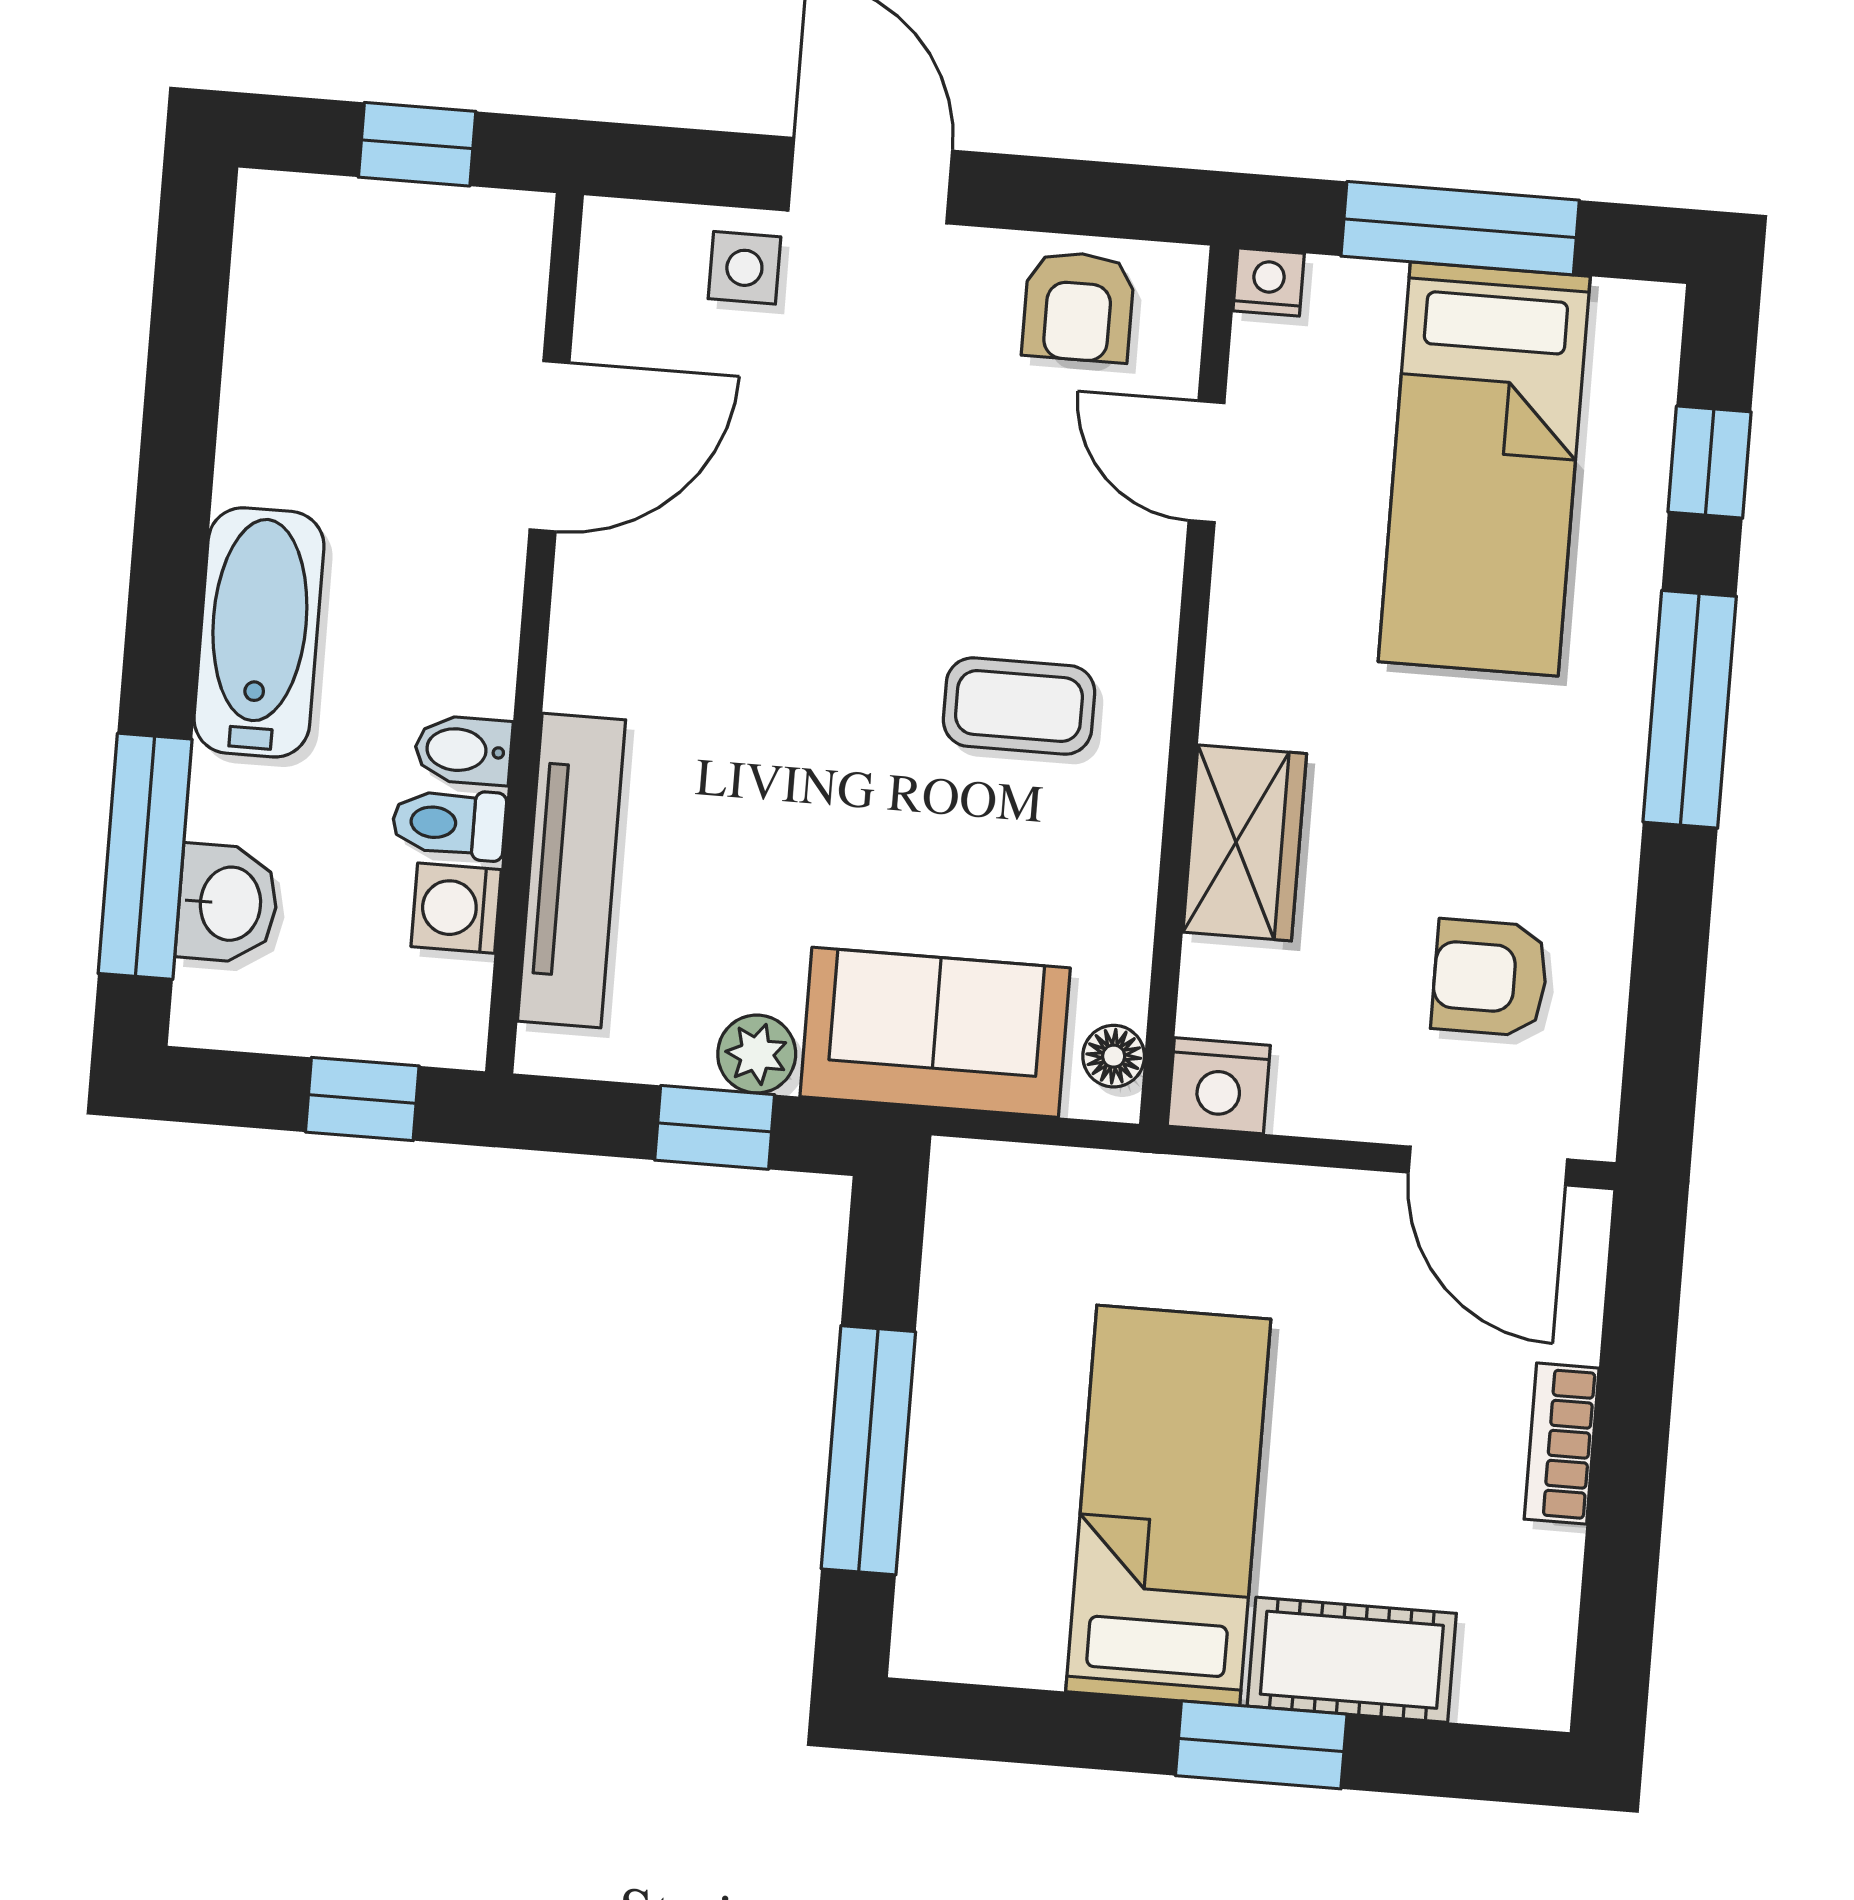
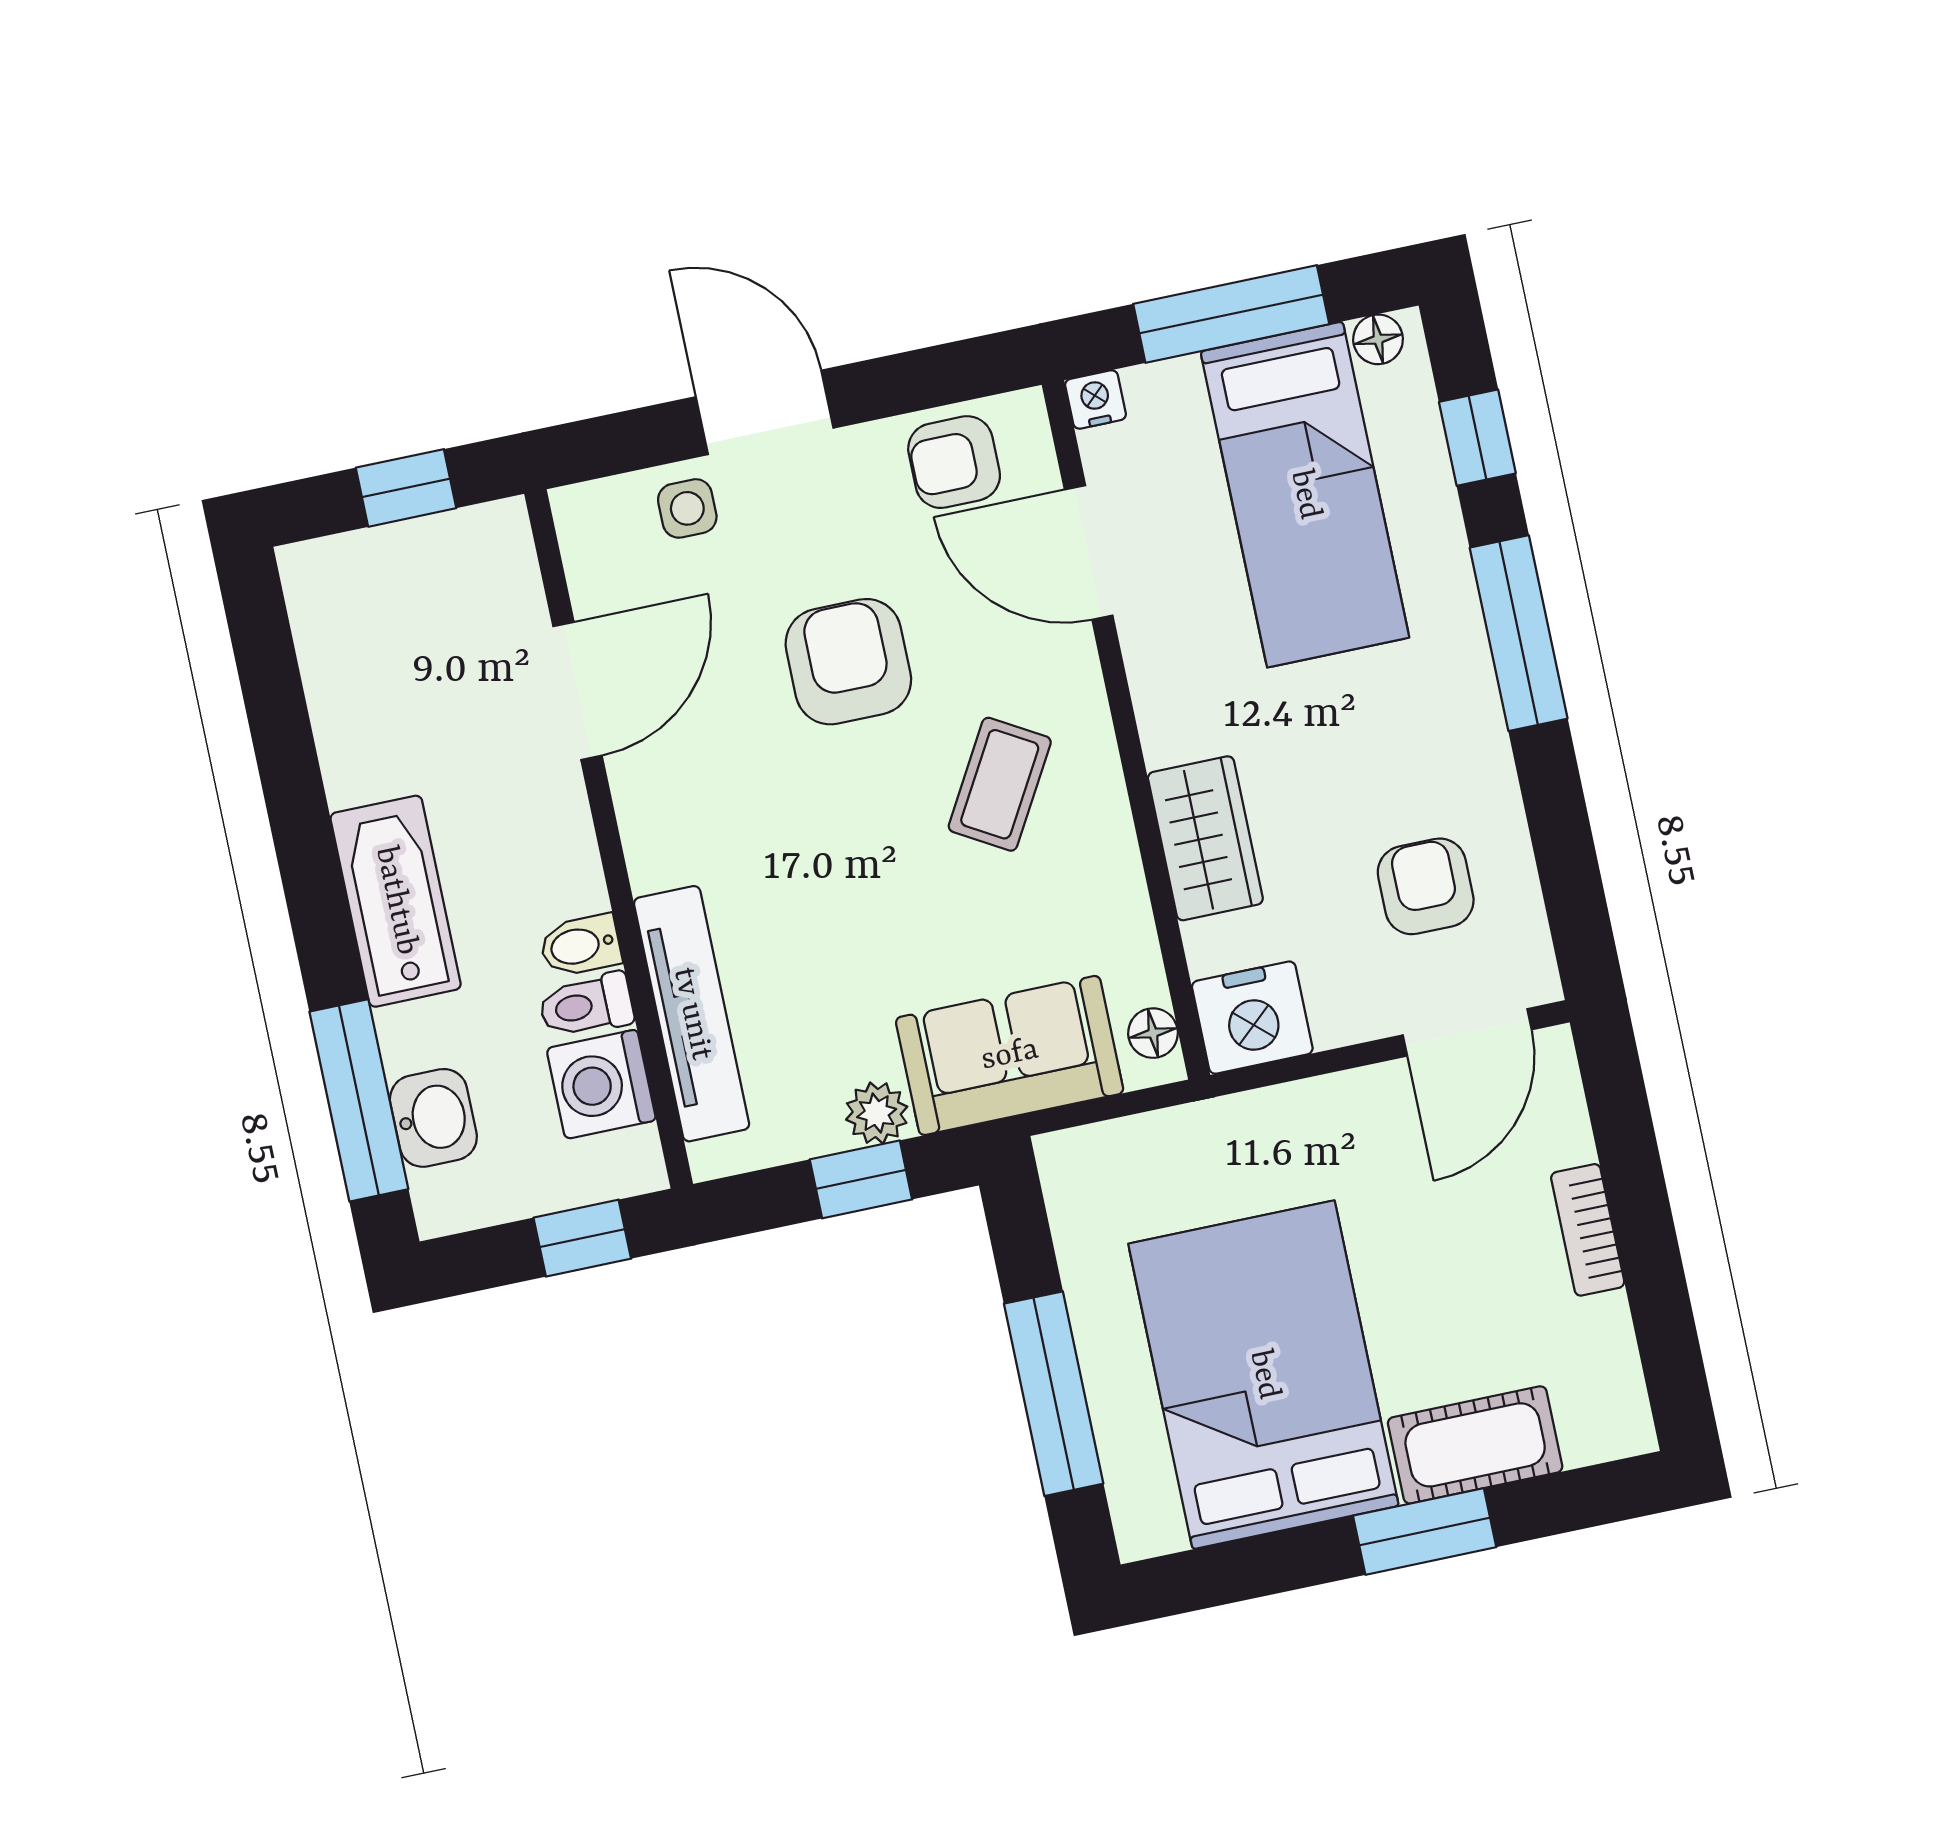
armchair: (1078, 307) -> (954, 462), turned 90
floor lamp: (1626, 310) -> (1378, 339), added
door: (1207, 462) -> (1089, 552), width x1.37
armchair: (882, 507) -> (848, 662), added
coffee table: (1019, 706) -> (1000, 784), turned -60
washing machine: (456, 908) -> (601, 1084), width x1.38, depth x1.38
armchair: (1490, 978) -> (1426, 886), turned 90
nightstand: (1219, 1086) -> (1252, 1018), width x1.36, depth x1.33
door: (1488, 1166) -> (1467, 1032), hinge flipped
bed: (1168, 1505) -> (1264, 1375), width x1.50

